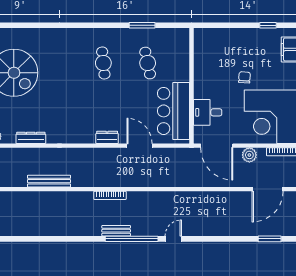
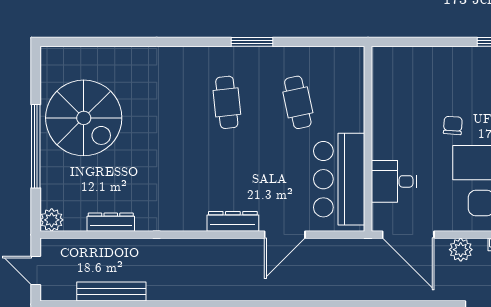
window: (142, 25) -> (252, 42), moved
dresser: (107, 137) -> (233, 221), width x1.44
door: (139, 146) -> (285, 235), swing flipped
bench: (49, 181) -> (111, 292), moved

